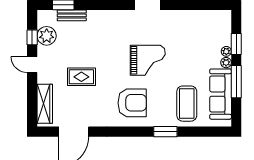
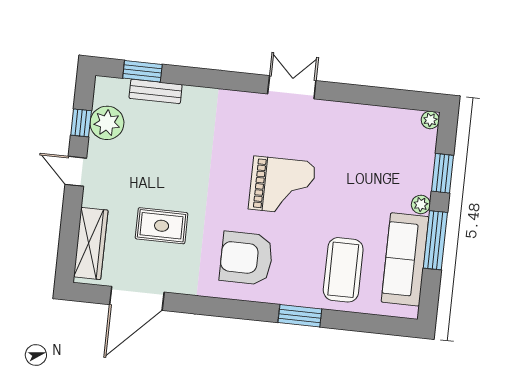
plant: (226, 51) -> (430, 120), moved
rug: (81, 77) -> (162, 226), moved
armchair: (132, 103) -> (246, 258), turned 180

